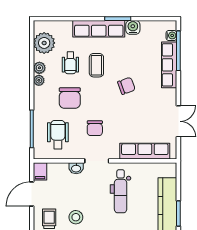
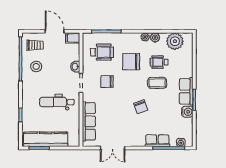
row of seats: (99, 29) -> (186, 91), width x0.68
row of seats: (169, 65) -> (157, 141), width x0.68

